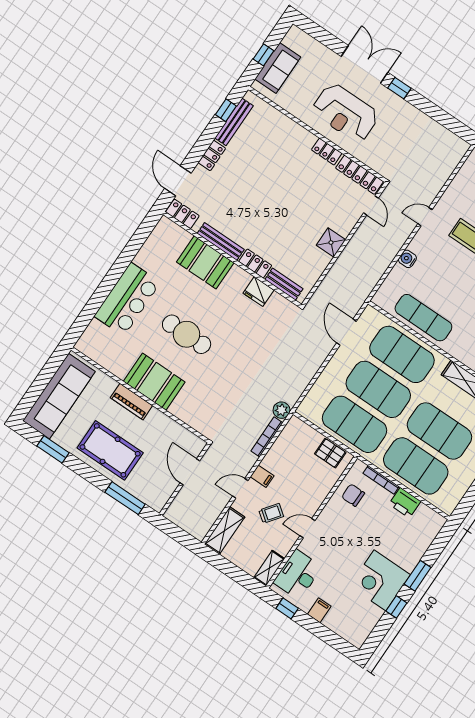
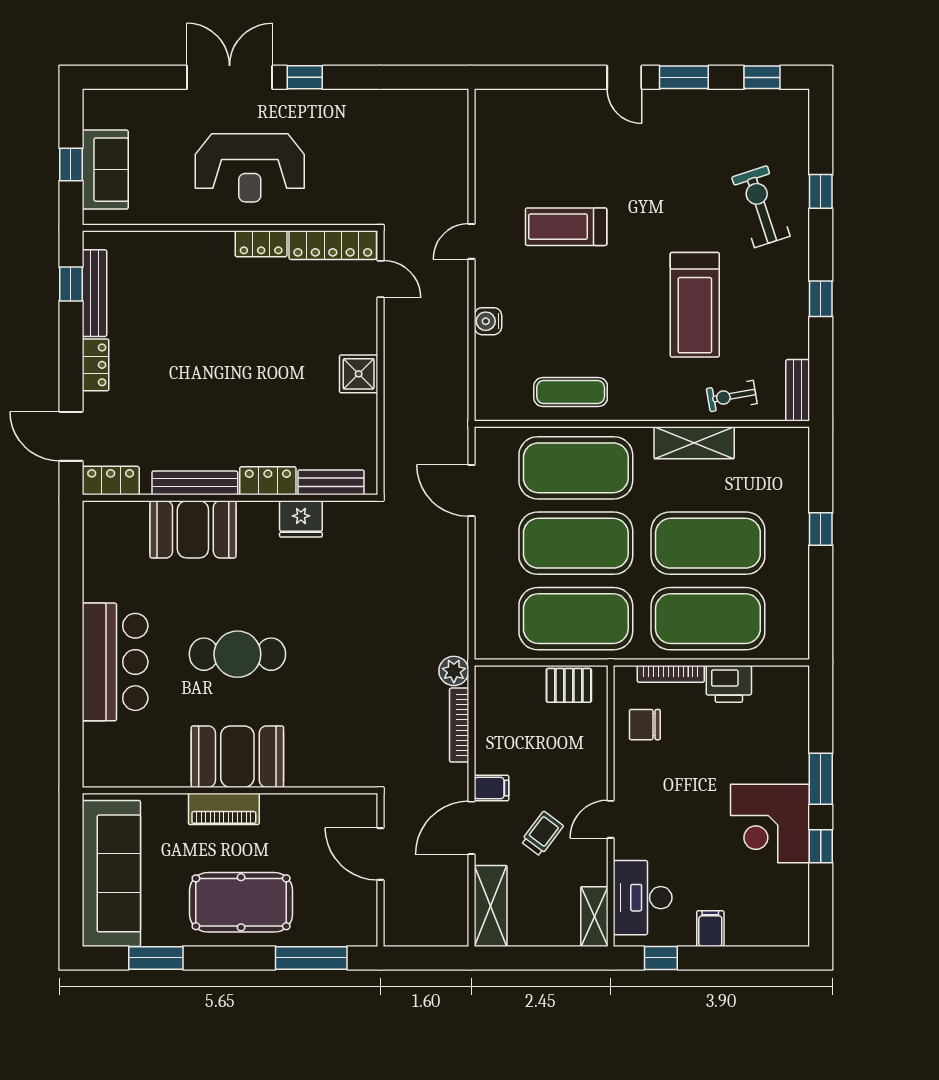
exercise mat: (423, 318) -> (571, 392), width x0.73, depth x0.69
door: (240, 488) -> (471, 828), width x1.38

